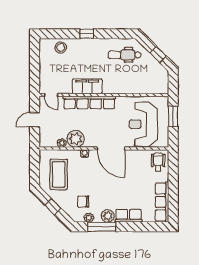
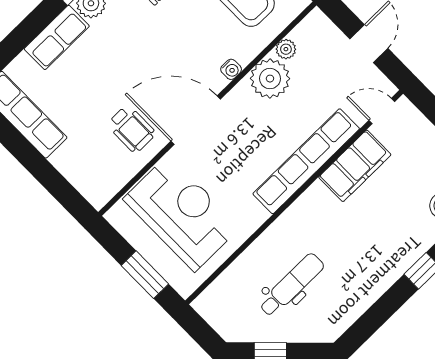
dental chair: (124, 55) -> (292, 285), moved
filing cabinet: (87, 86) -> (355, 166), moved
wheelchair: (158, 162) -> (131, 129), moved

